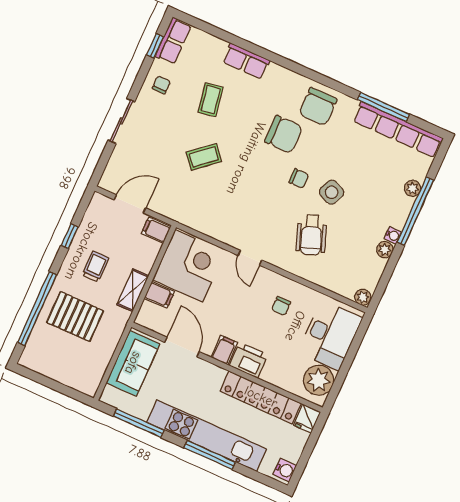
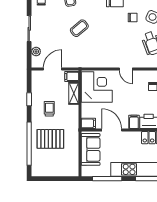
plant: (116, 163) -> (36, 52), added
shelving: (133, 290) -> (74, 93), moved
filing cabinet: (159, 295) -> (88, 123), moved

